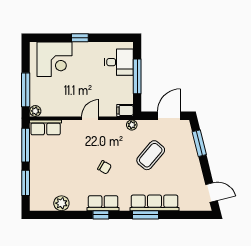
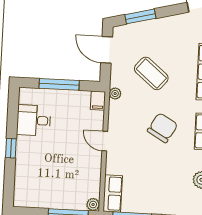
corner desk: (55, 59) -> (34, 179), removed
desk: (119, 62) -> (34, 120), moved, turned -90
chair: (104, 167) -> (163, 128), width x1.87, depth x1.87

